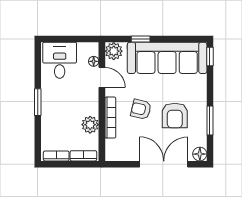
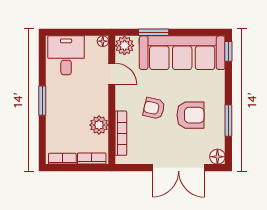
window: (141, 39) -> (154, 32), width x1.50
floor lamp: (94, 61) -> (103, 41), moved
armchair: (175, 116) -> (190, 115), turned -90
bookcase: (110, 118) -> (121, 133), moved
double door: (164, 164) -> (179, 168), swing flipped

